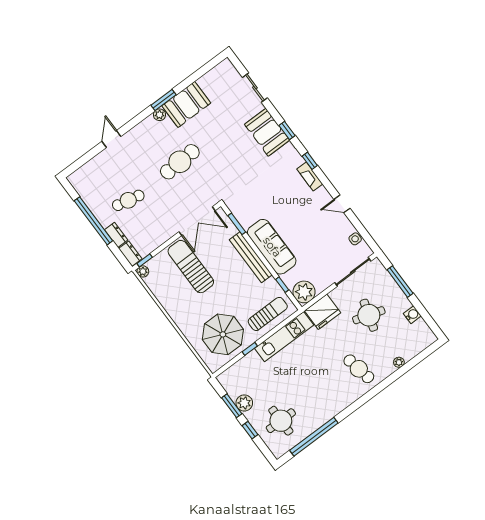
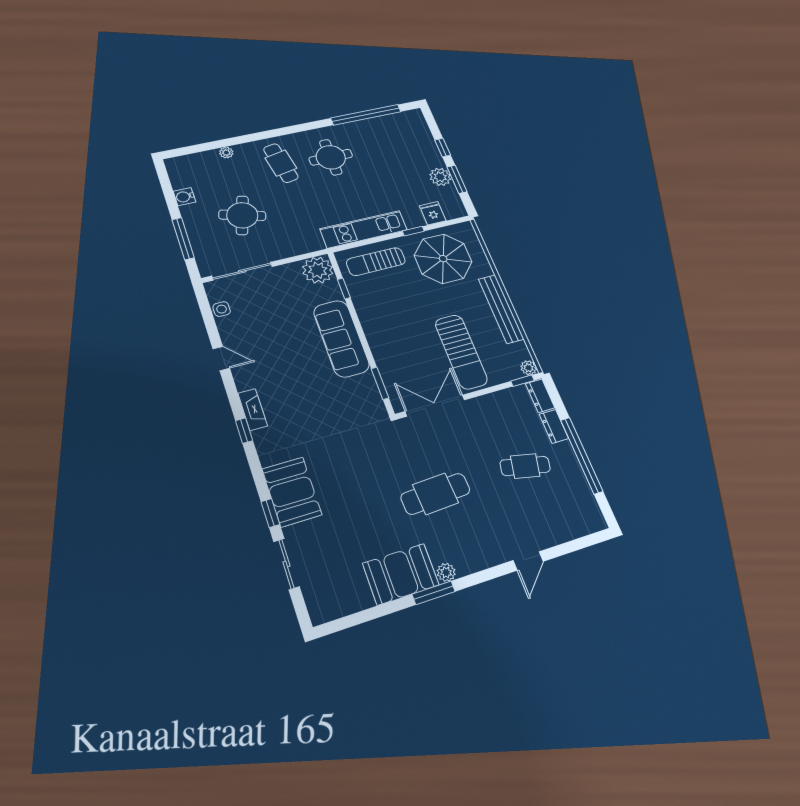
window: (287, 130) -> (270, 513), moved
bench: (251, 257) -> (501, 309), moved
fridge: (323, 312) -> (433, 213), moved, width x0.53, depth x0.75
round table: (281, 421) -> (331, 157), moved

